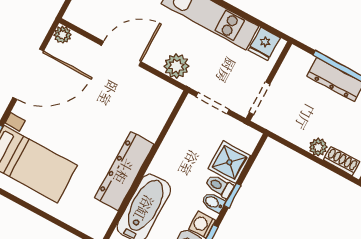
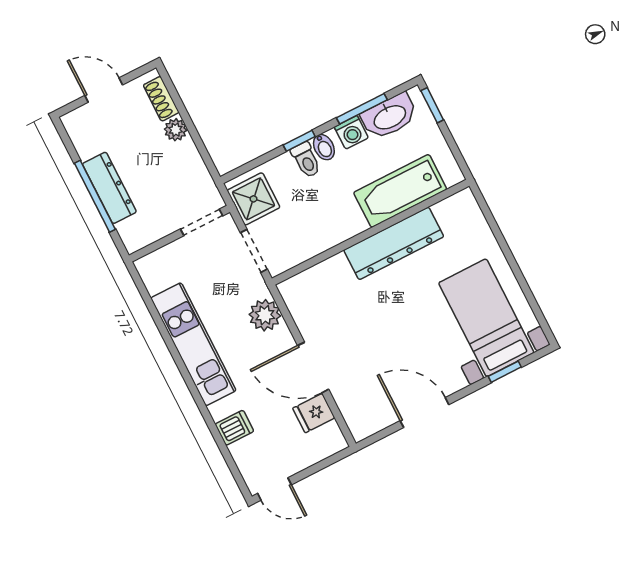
plant: (63, 35) -> (361, 429), removed
fridge: (264, 44) -> (314, 413), moved, turned 180
door: (28, 74) -> (425, 413), width x0.73
shower: (229, 162) -> (253, 199), moved

